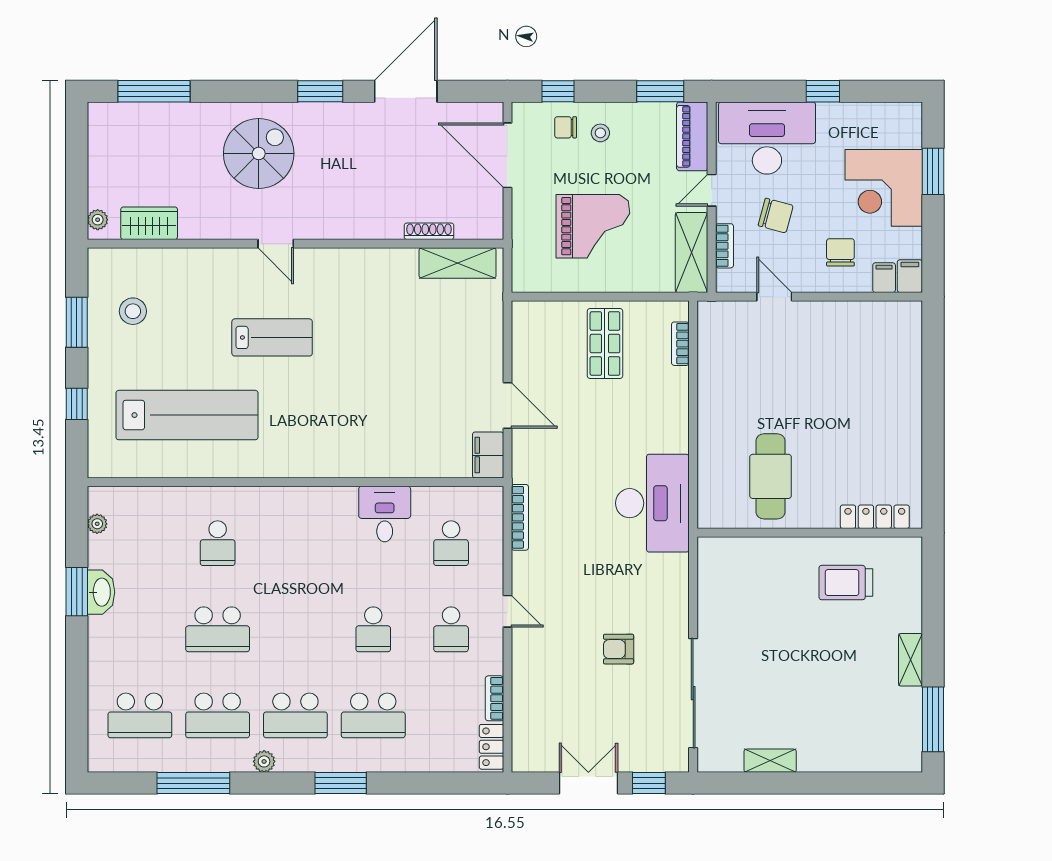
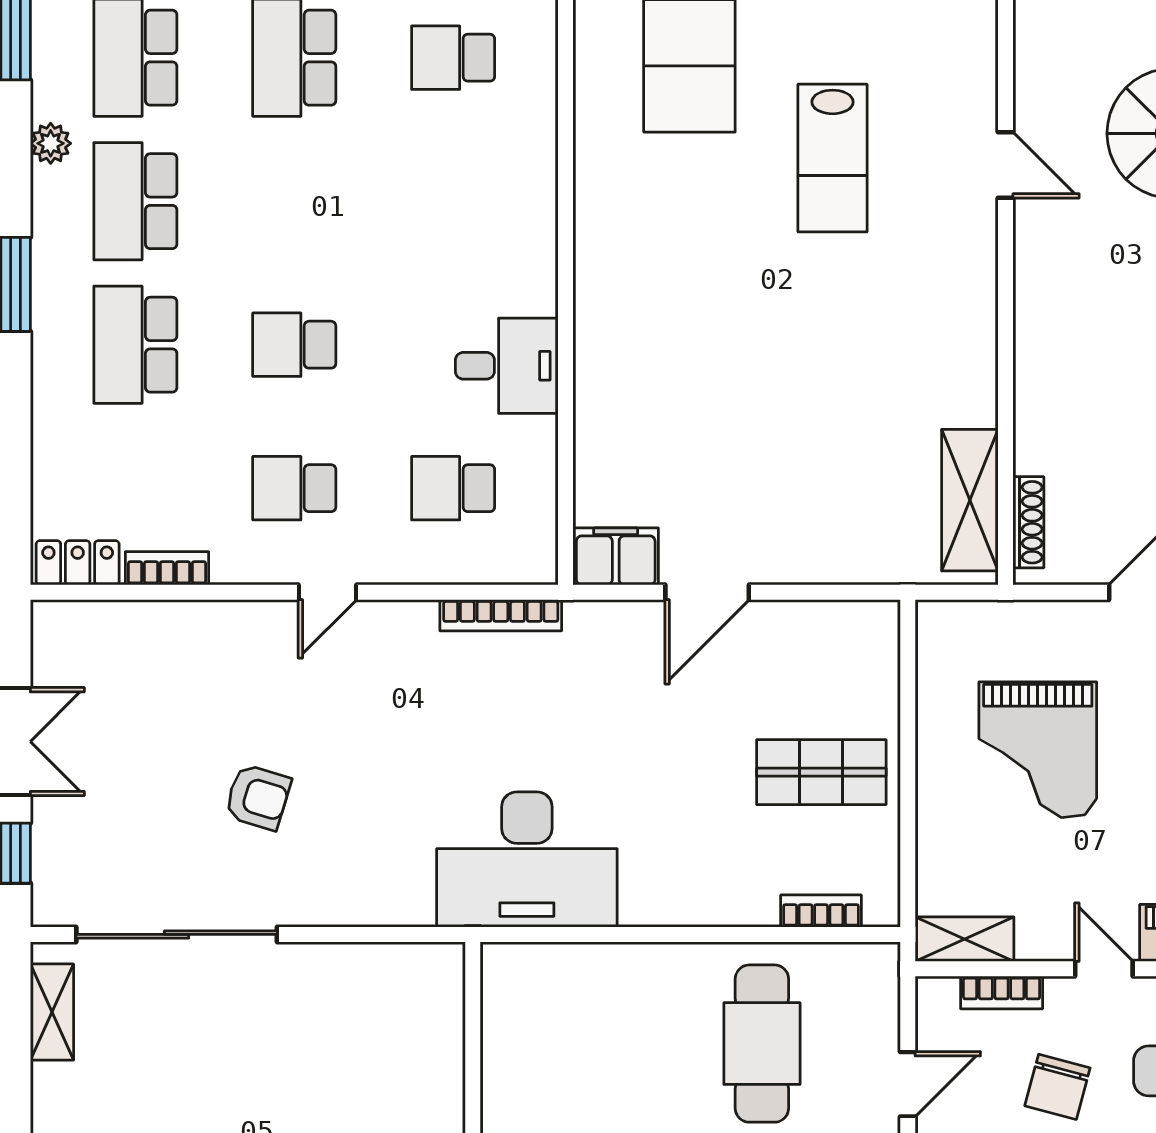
shoe rack: (429, 231) -> (1028, 522), moved
door: (276, 244) -> (1006, 165), swing flipped
shelving: (692, 252) -> (965, 939), width x0.67, depth x0.75
cafe table: (771, 476) -> (762, 1044), moved, turned 90
armchair: (619, 649) -> (258, 797), turned 107
shelving: (770, 761) -> (52, 1012), moved

